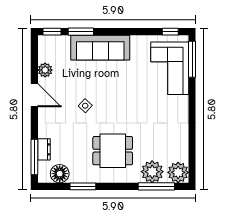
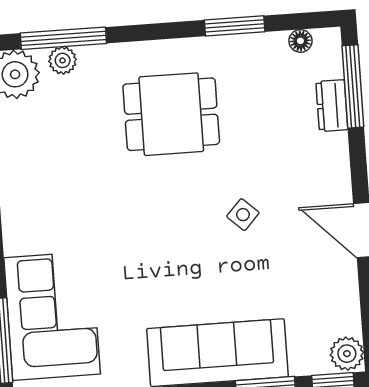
plant: (45, 70) -> (347, 354), moved
plant: (152, 172) -> (63, 60), width x0.53, depth x0.53
floor lamp: (60, 174) -> (300, 41), width x0.53, depth x0.53

